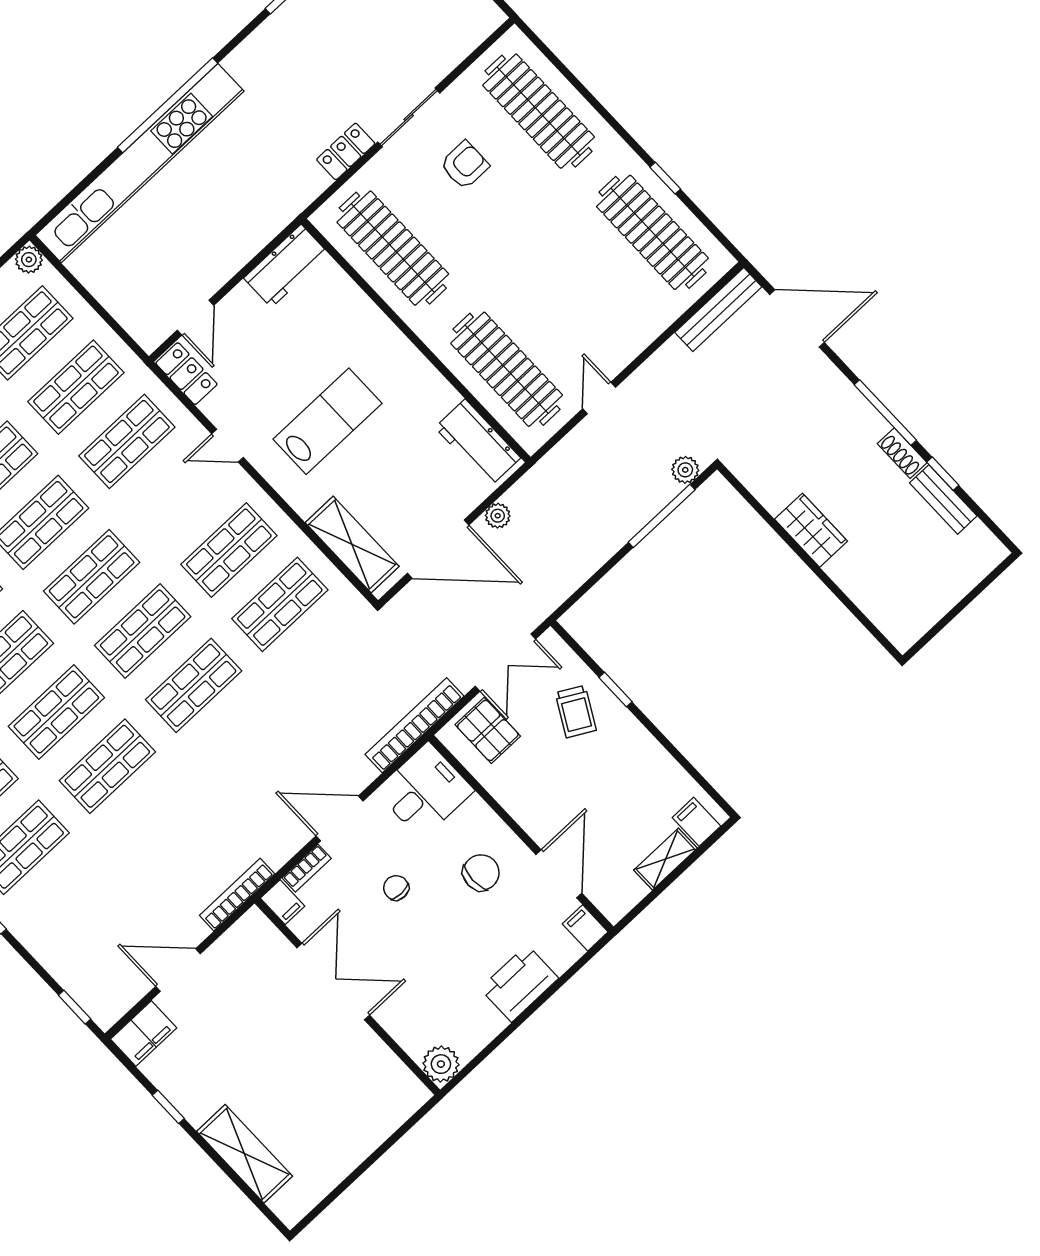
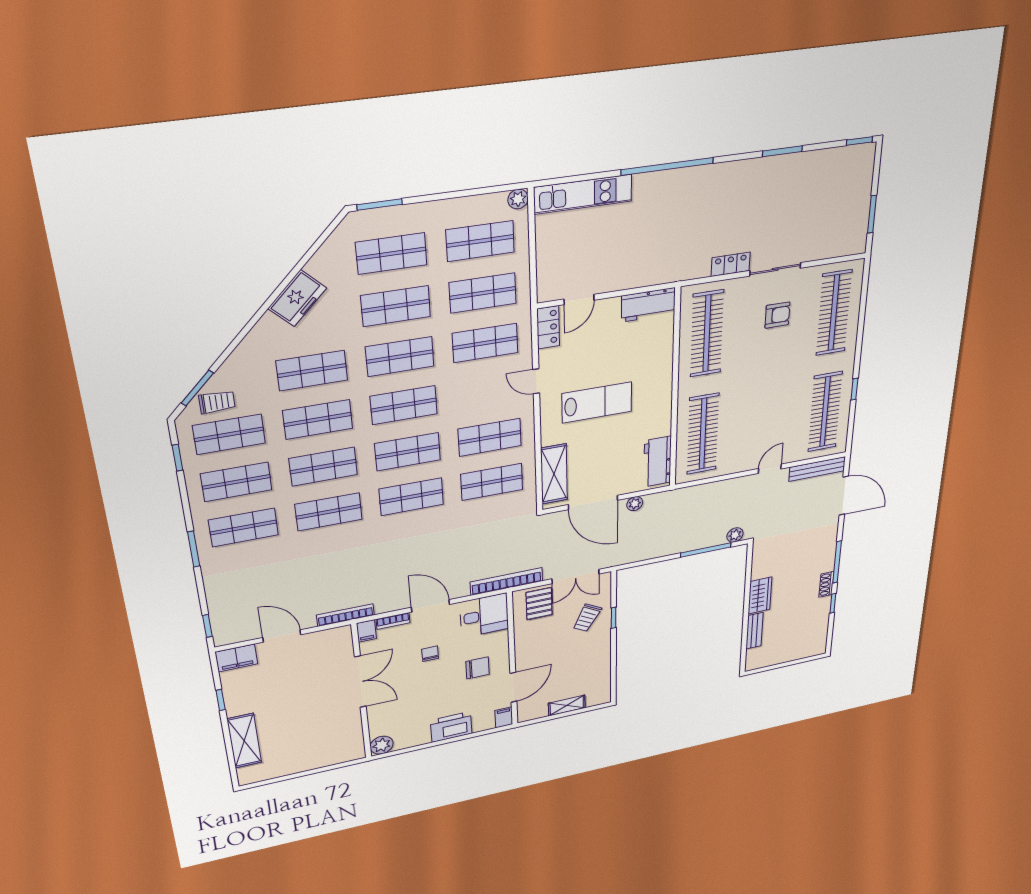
kitchen unit: (140, 163) -> (583, 194), width x0.54
door: (599, 398) -> (770, 469), moved
bench: (943, 499) -> (754, 631), moved
filing cabinet: (696, 822) -> (595, 696), removed

